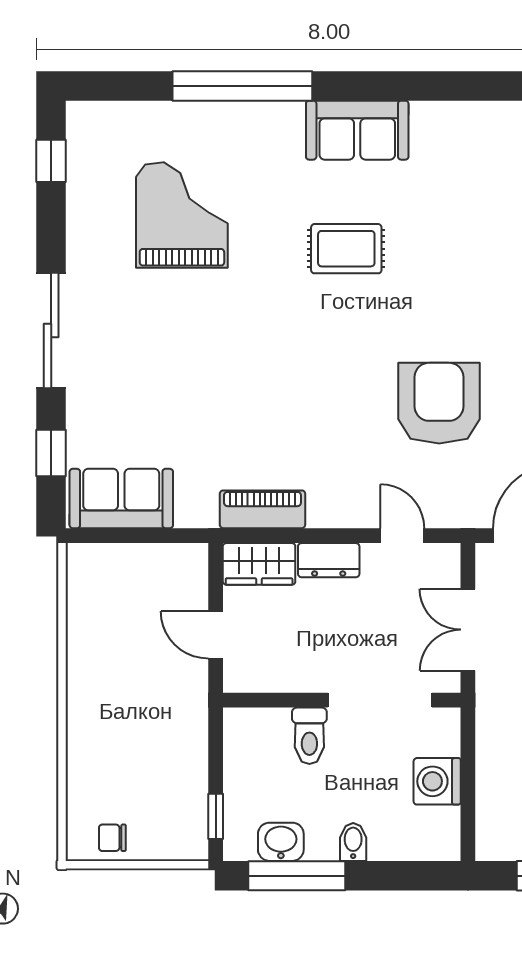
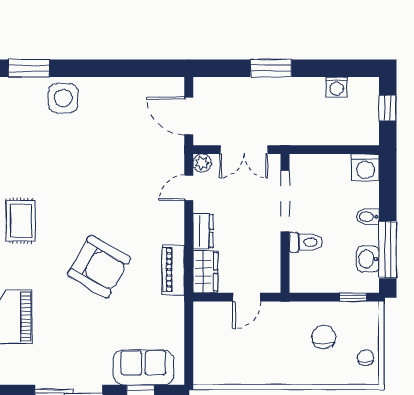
armchair: (439, 403) -> (99, 267), moved, turned -150
sofa: (121, 499) -> (143, 367), moved, turned 90
plant: (445, 559) -> (202, 163), added
chair: (148, 766) -> (324, 337), added
washing machine: (437, 781) -> (365, 168), moved
chair: (112, 838) -> (366, 358), turned 180

